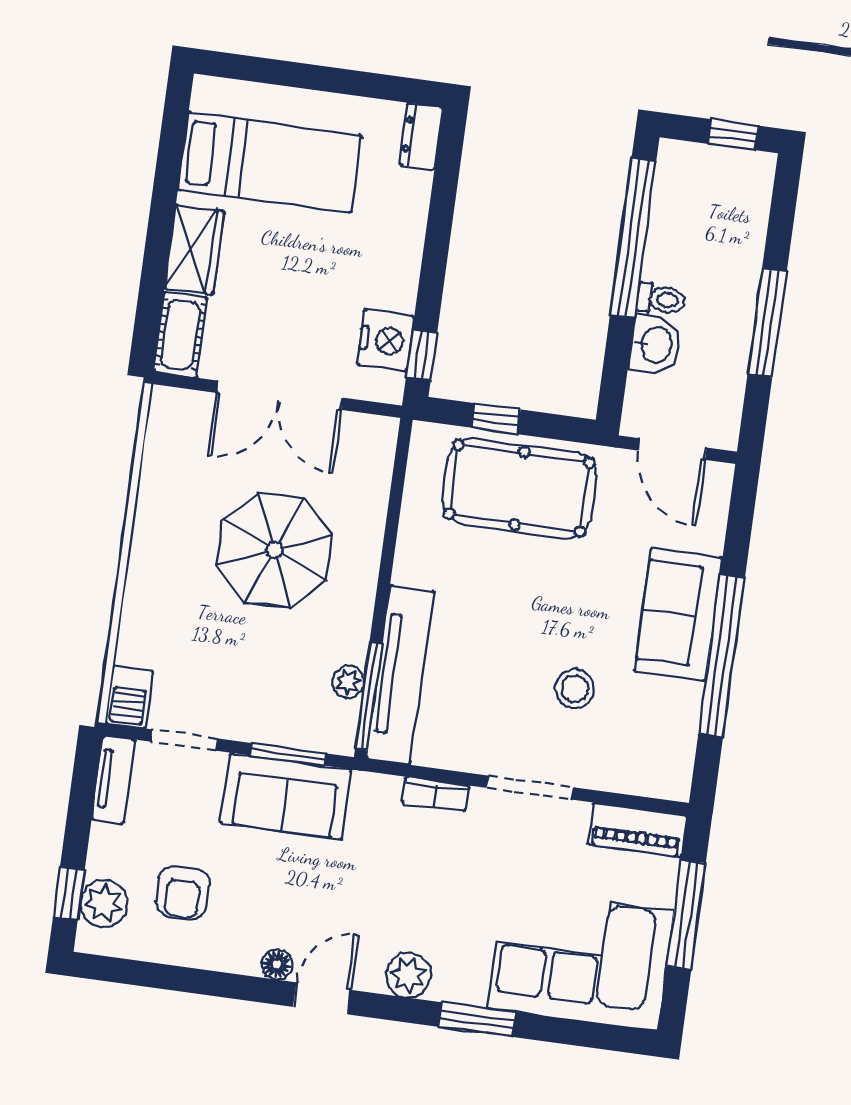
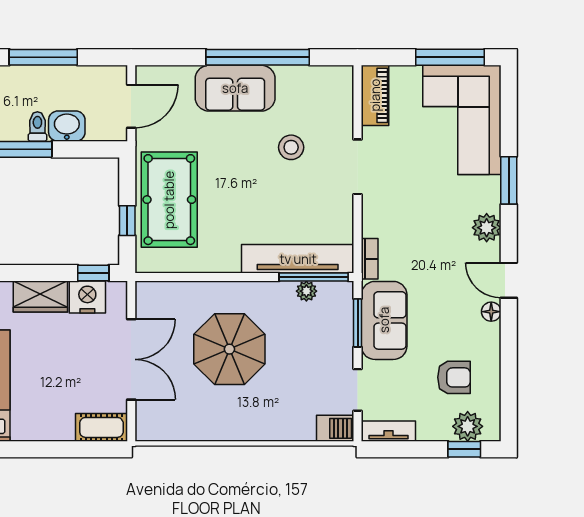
wardrobe: (194, 250) -> (40, 297), moved, turned 180
bookcase: (436, 794) -> (370, 259), moved
window: (686, 915) -> (450, 57), moved

